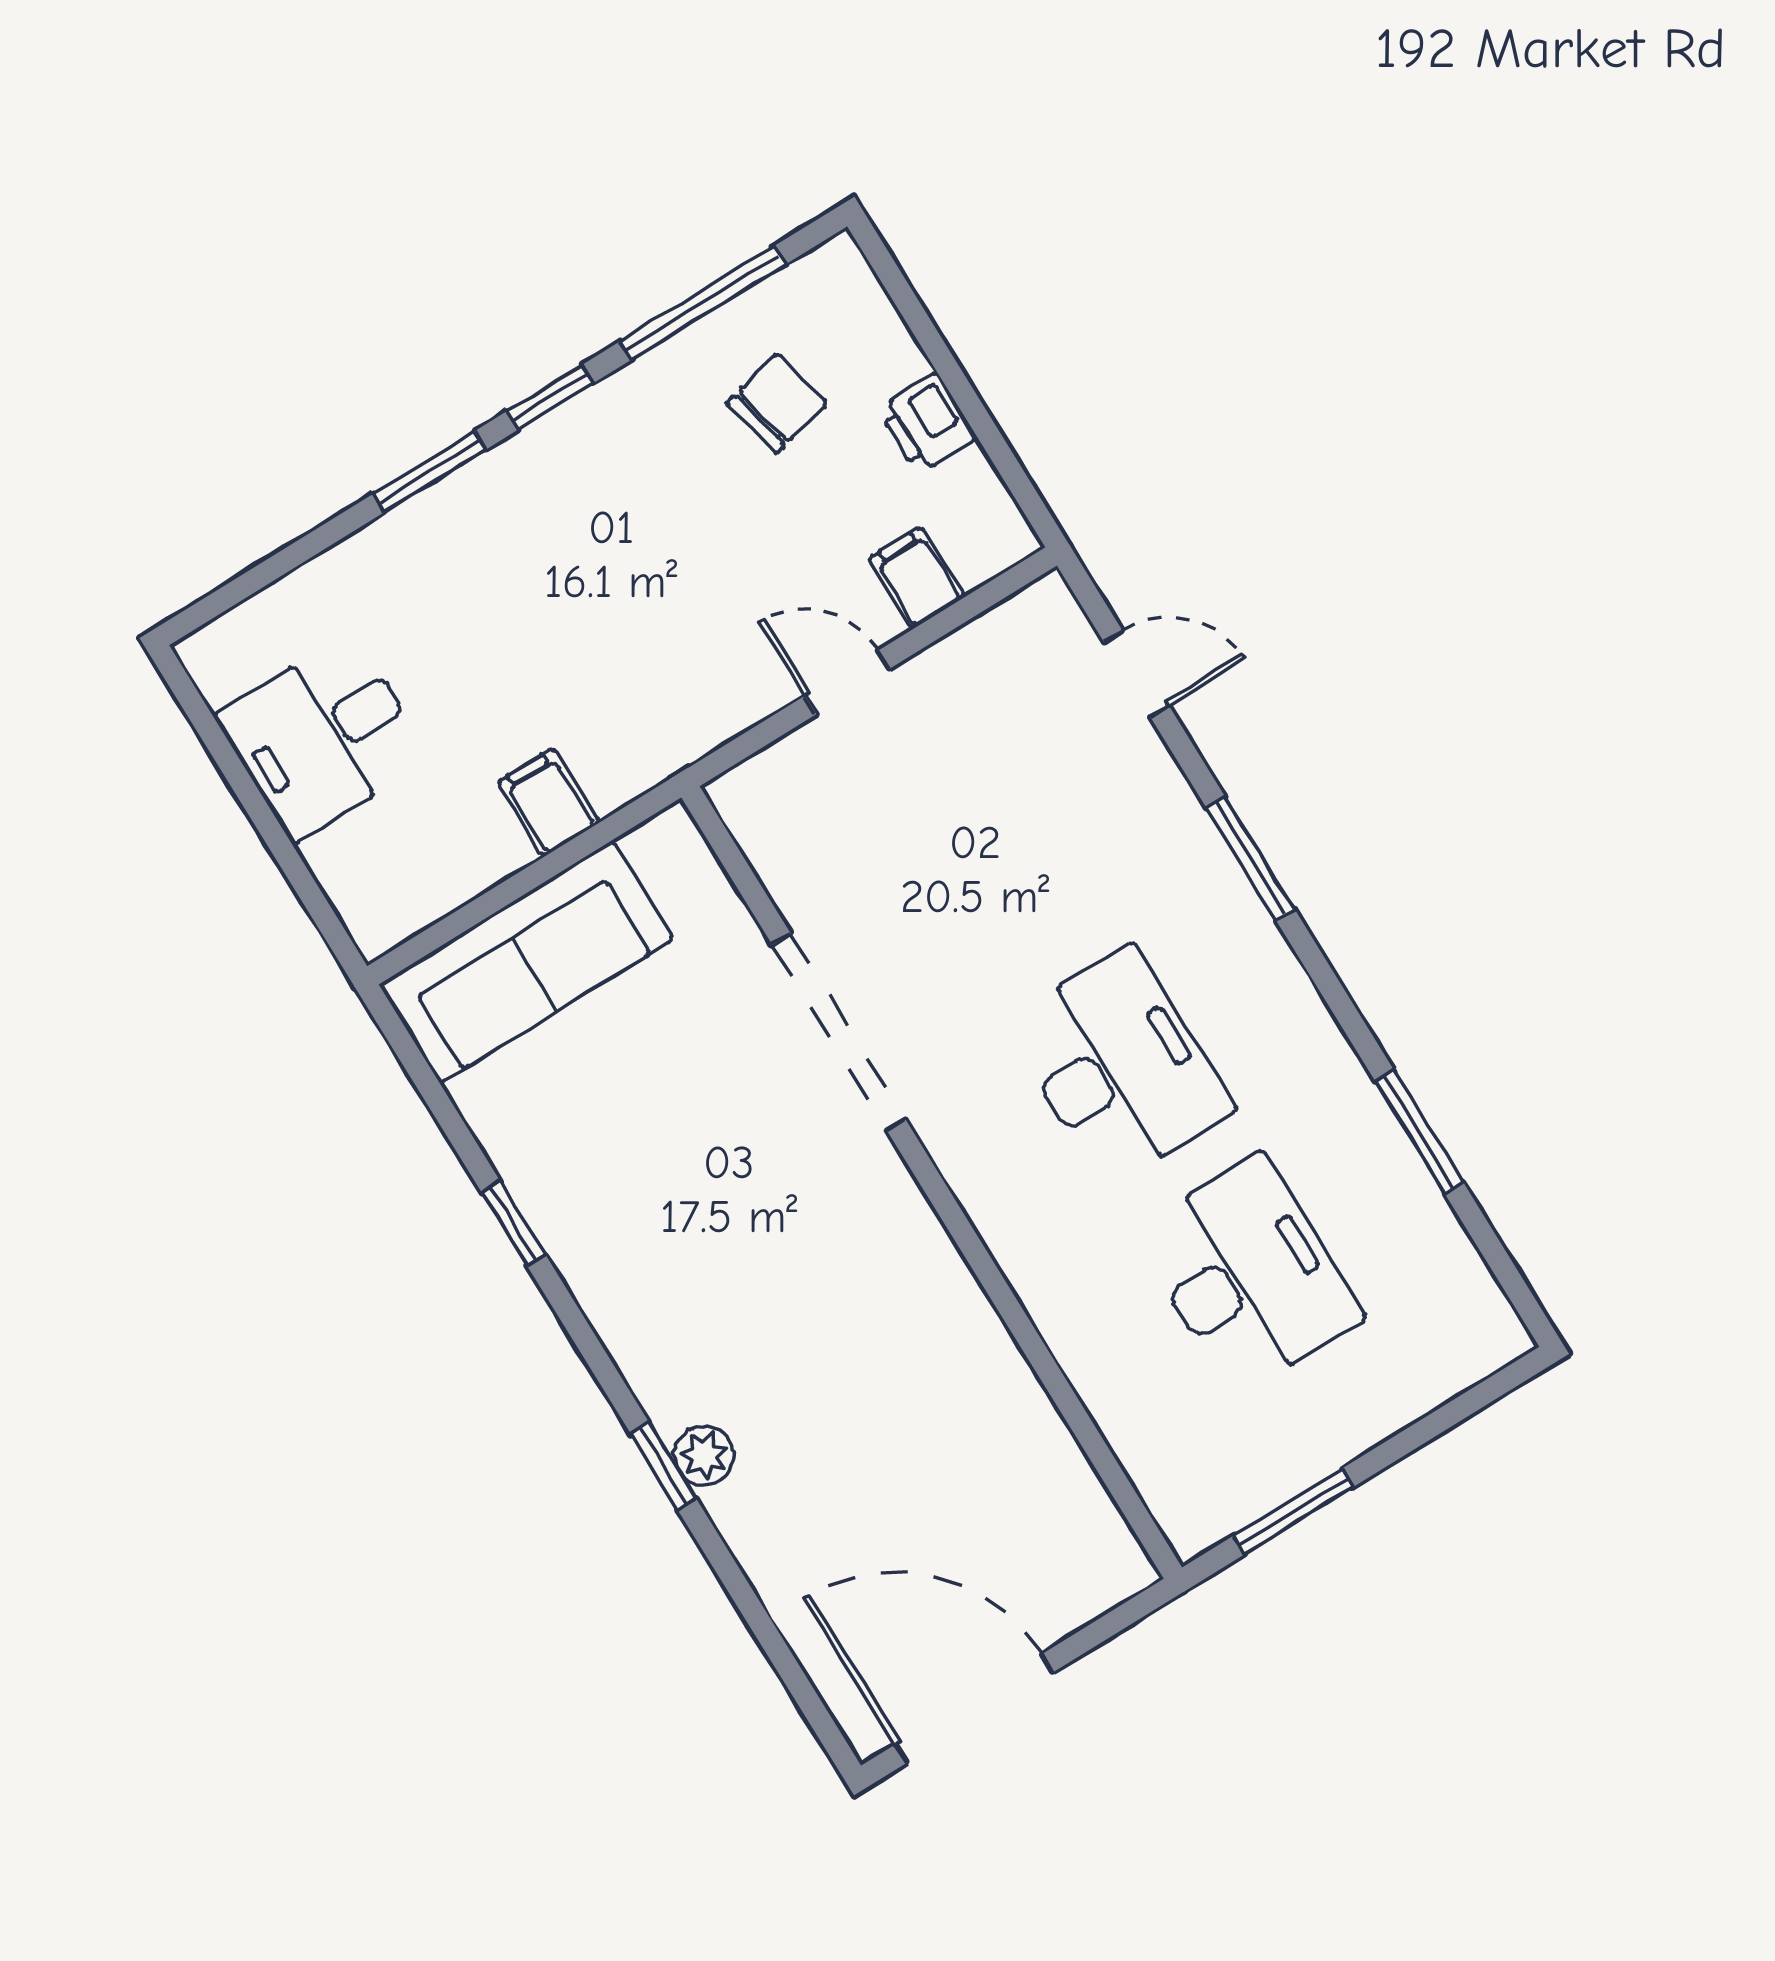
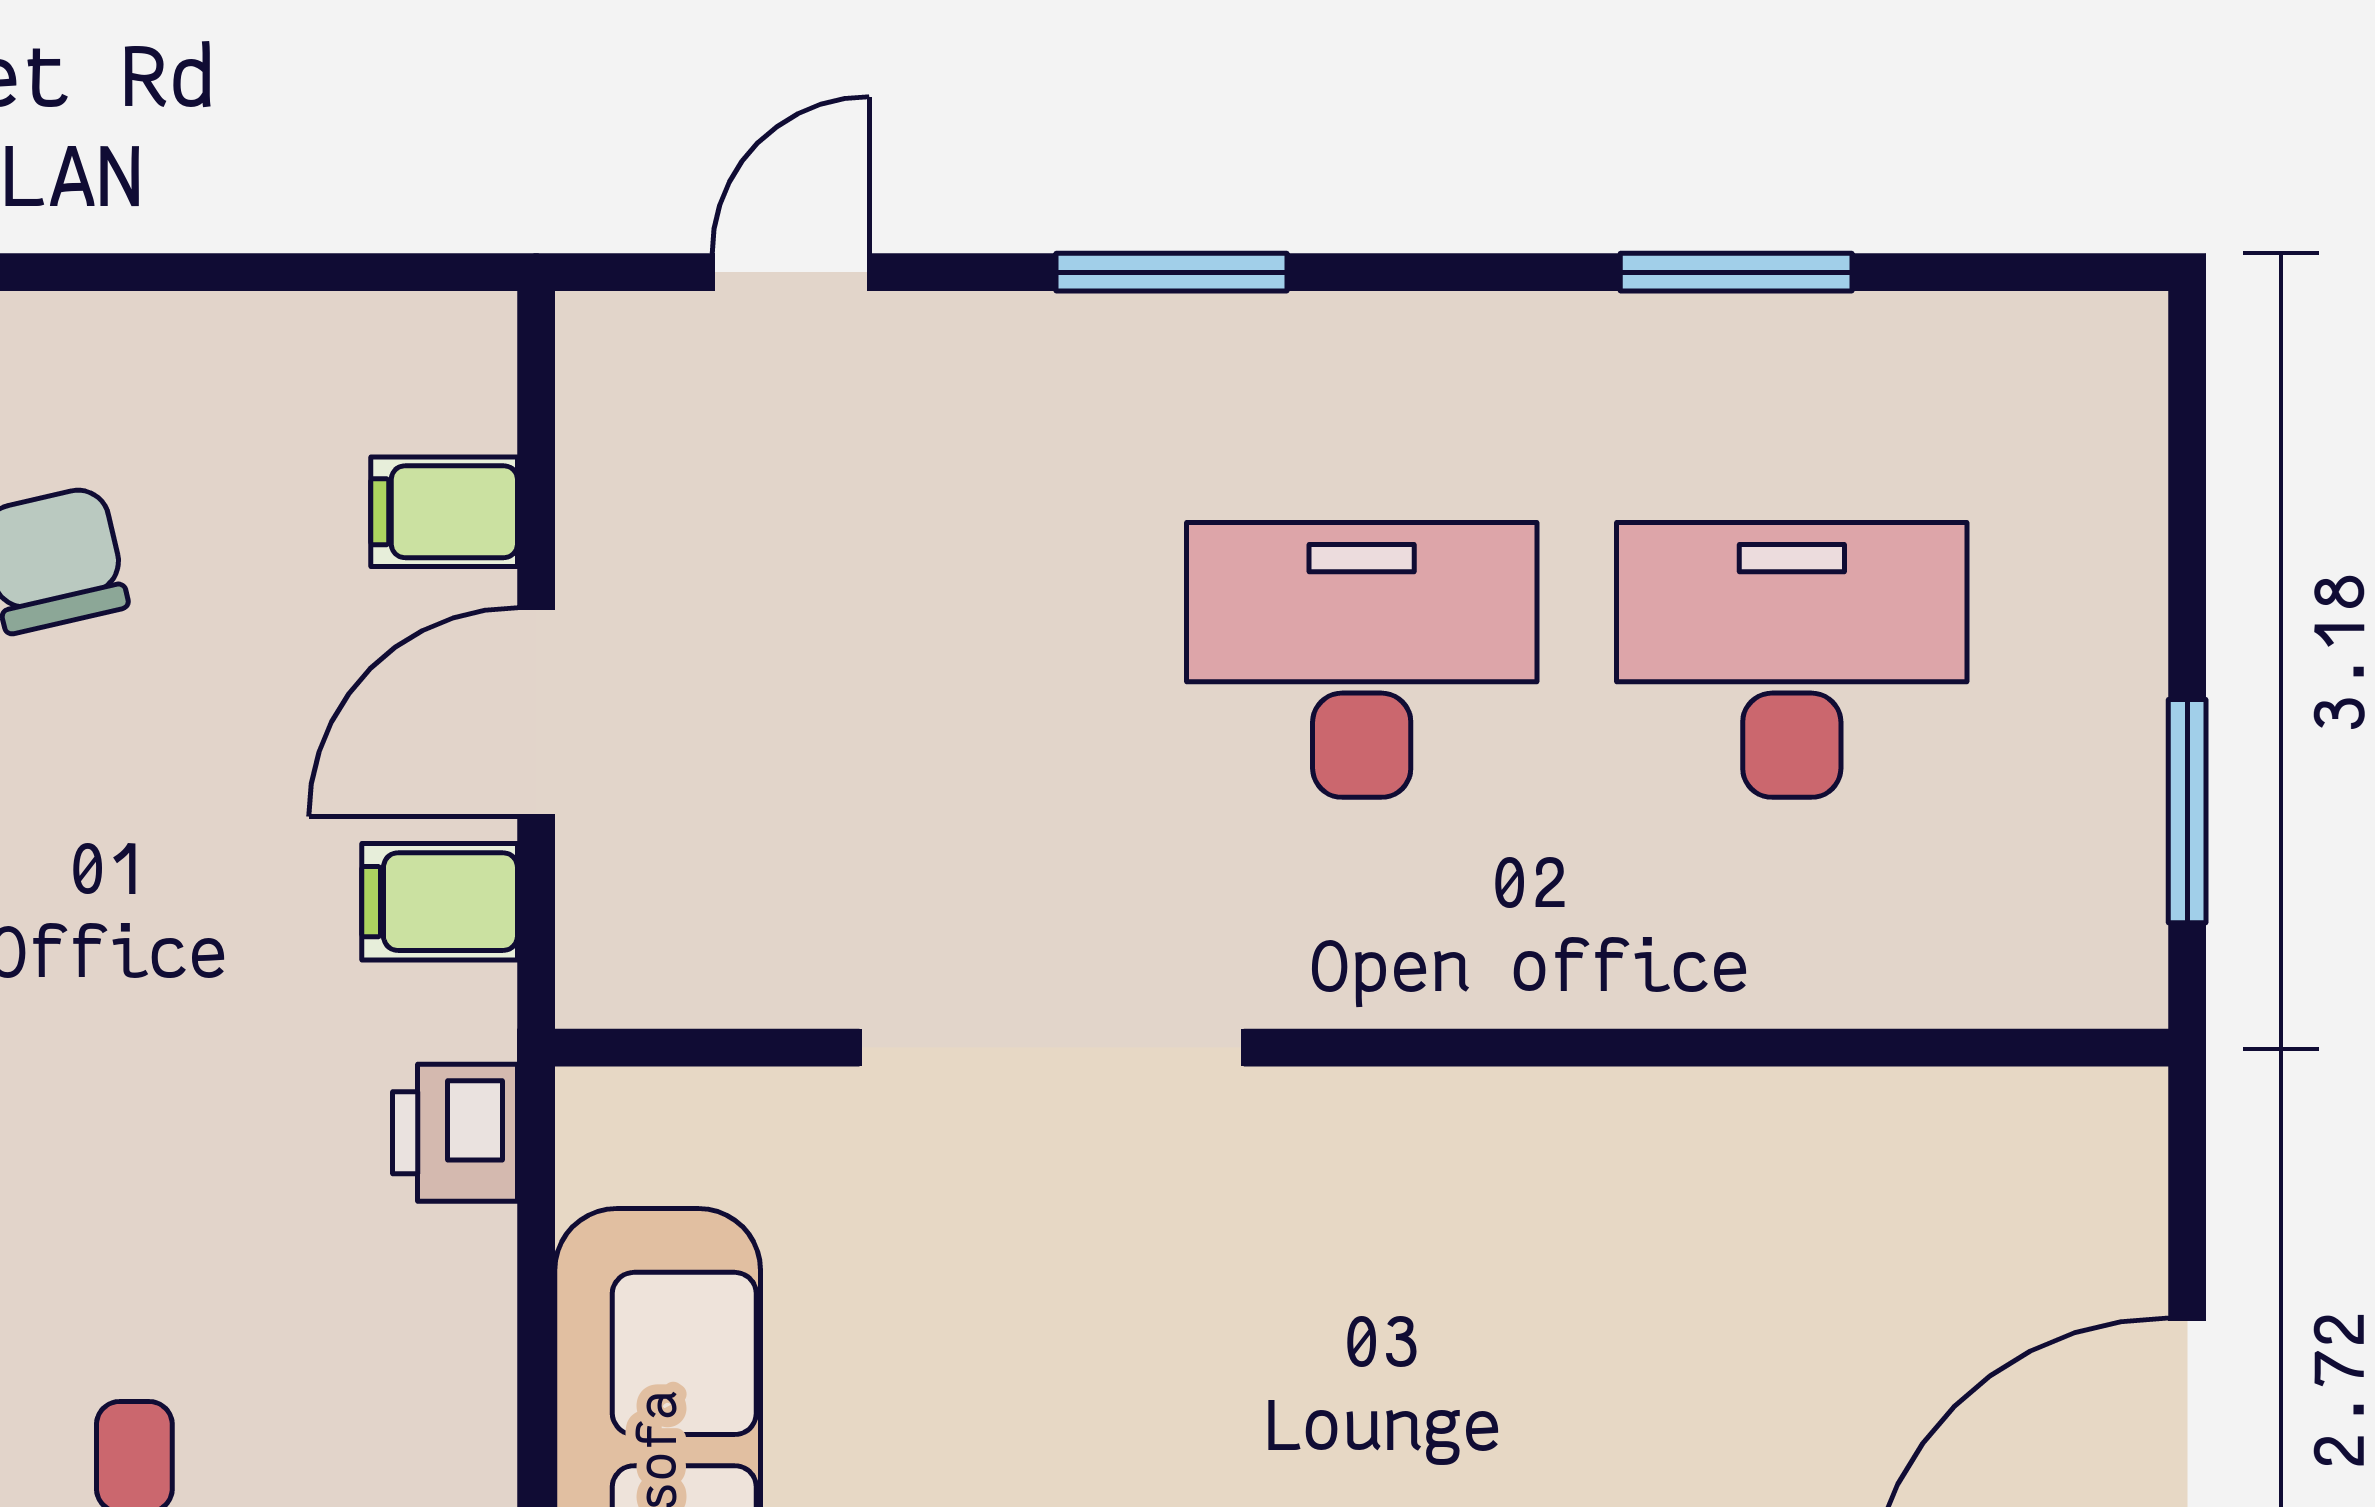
printer: (927, 423) -> (455, 1133), moved, turned 90
door: (847, 682) -> (536, 712), width x1.38
filing cabinet: (548, 802) -> (440, 902), moved

